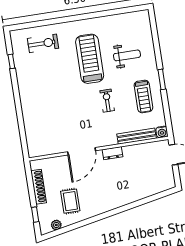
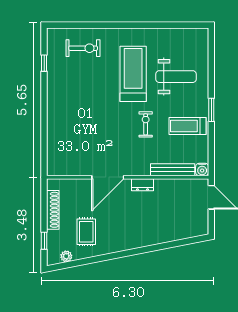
weight bench: (127, 55) -> (176, 77), width x1.36, depth x1.33
treadmill: (143, 96) -> (187, 126), turned 90

